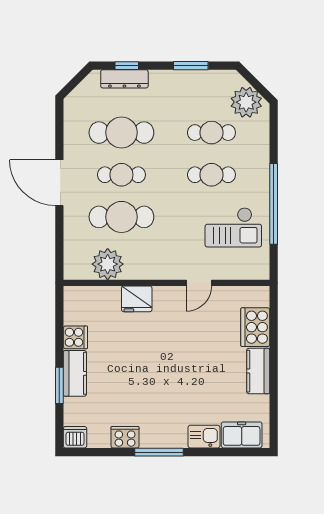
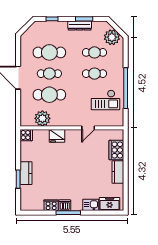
dresser: (124, 79) -> (80, 26), moved
cooker: (75, 337) -> (26, 135), moved
dishwasher: (75, 437) -> (65, 205), moved

